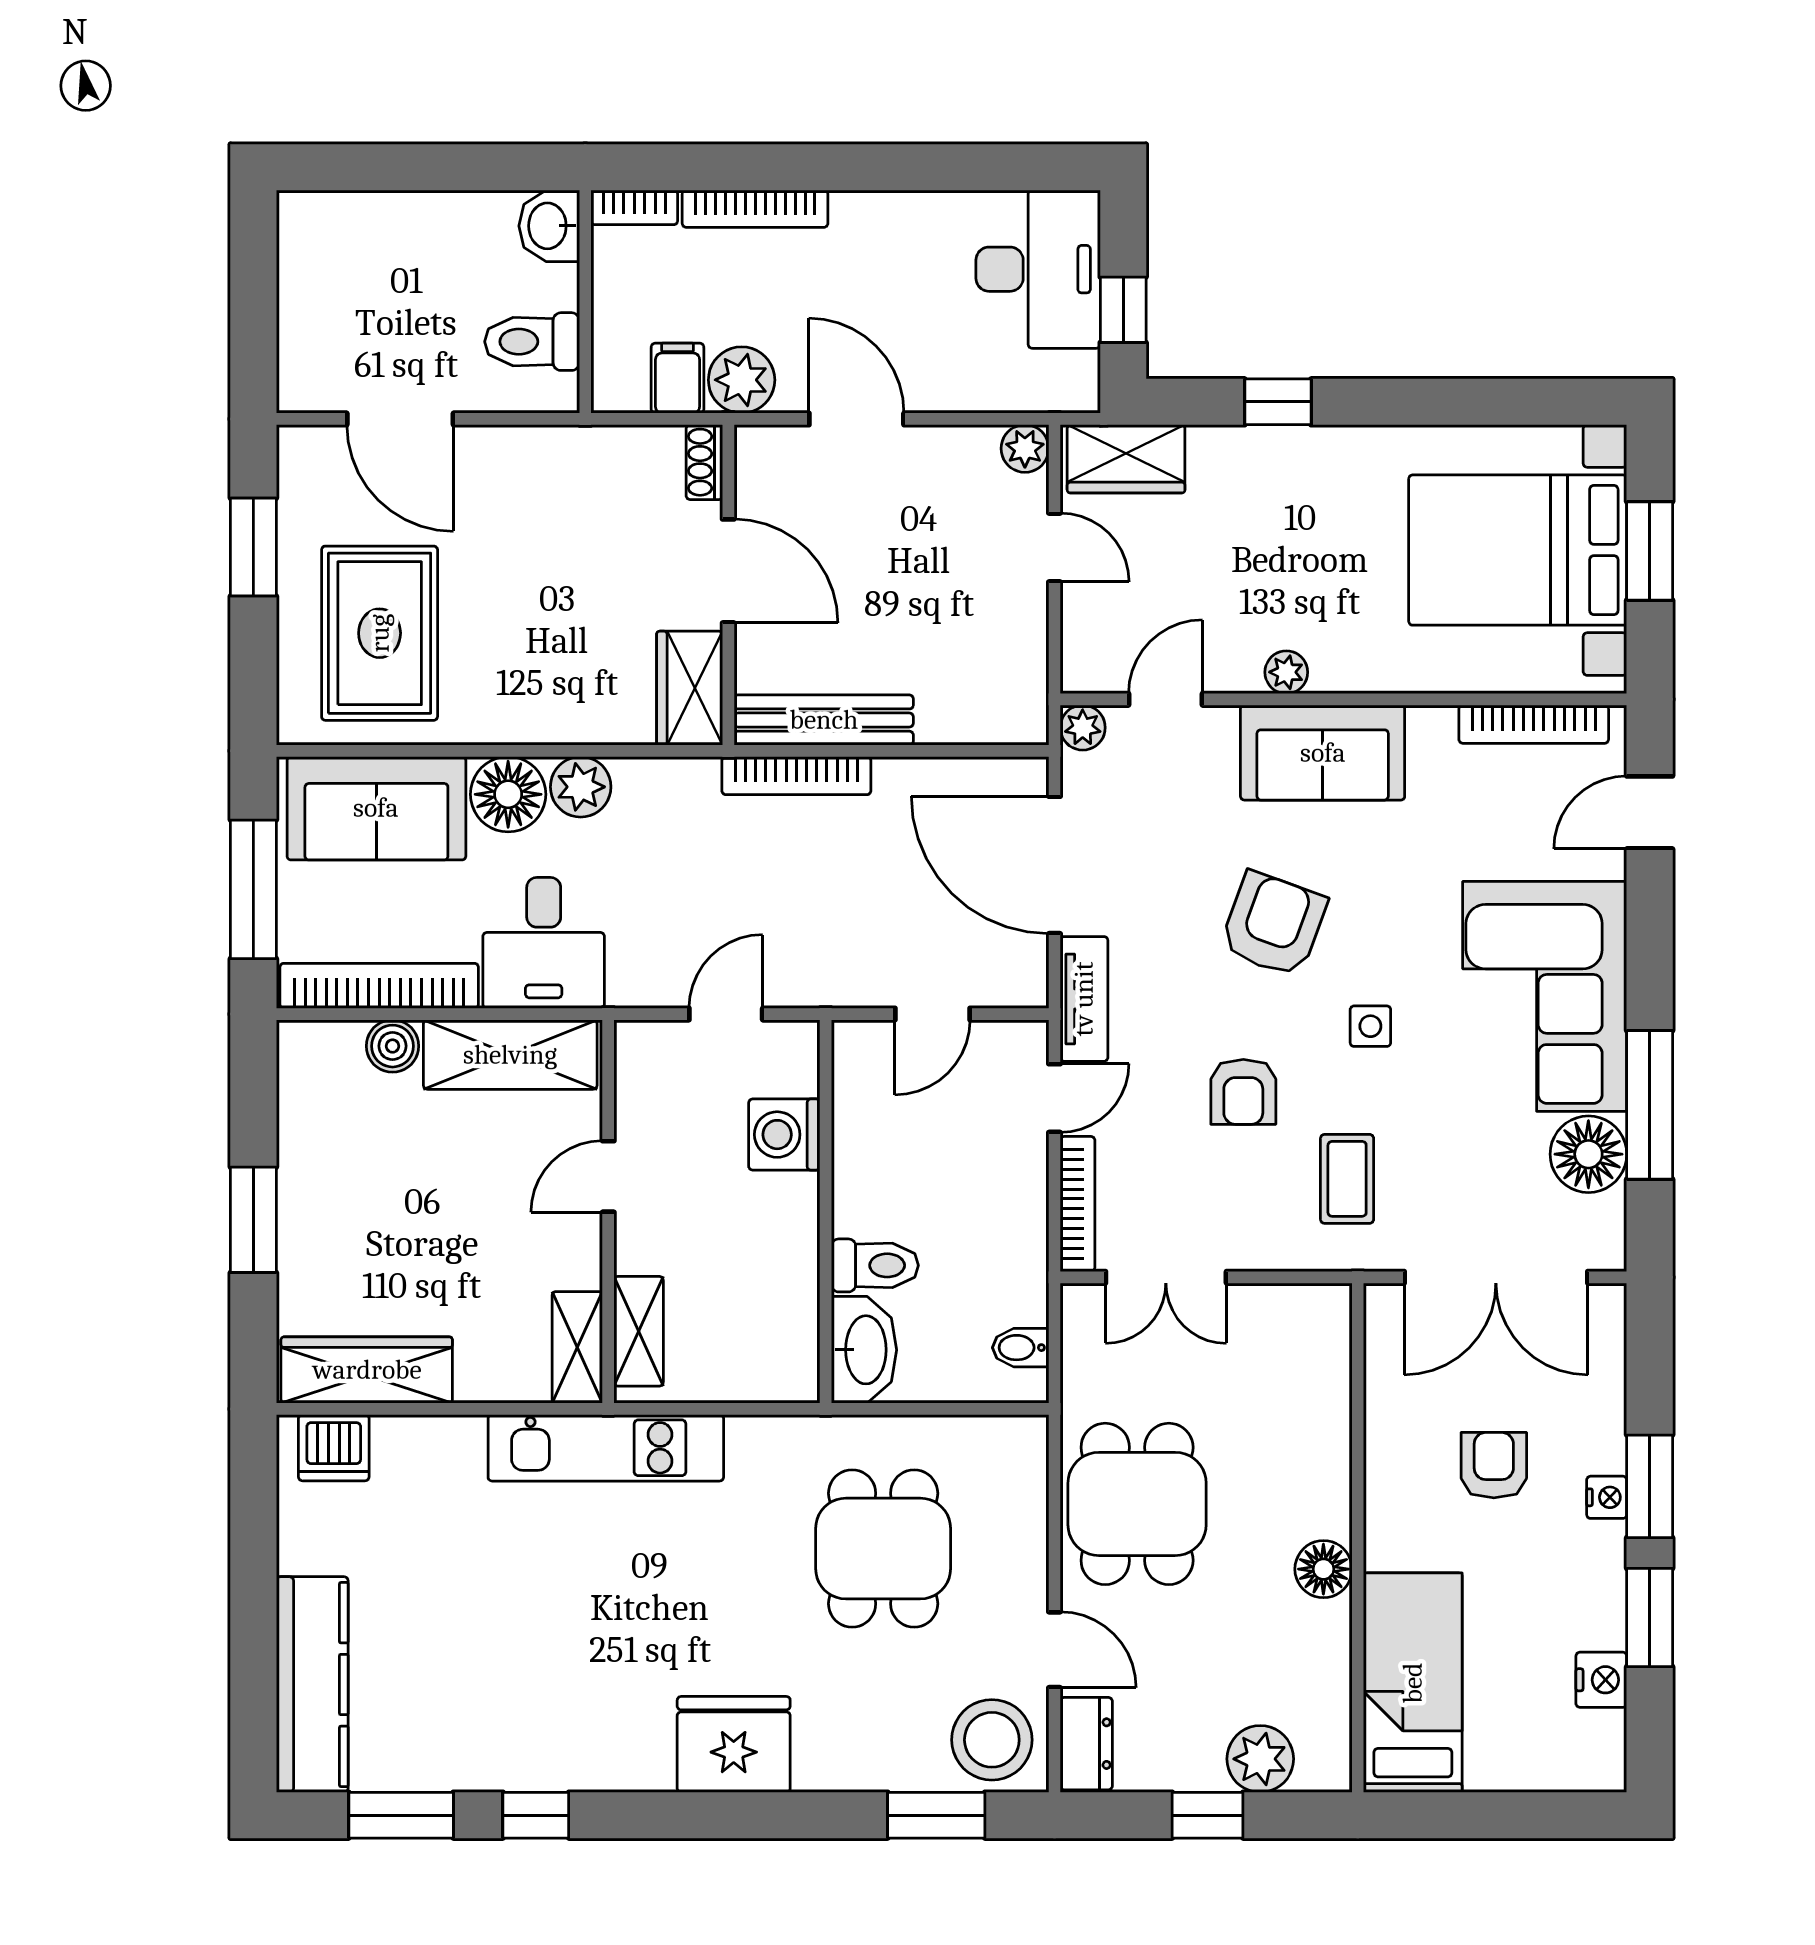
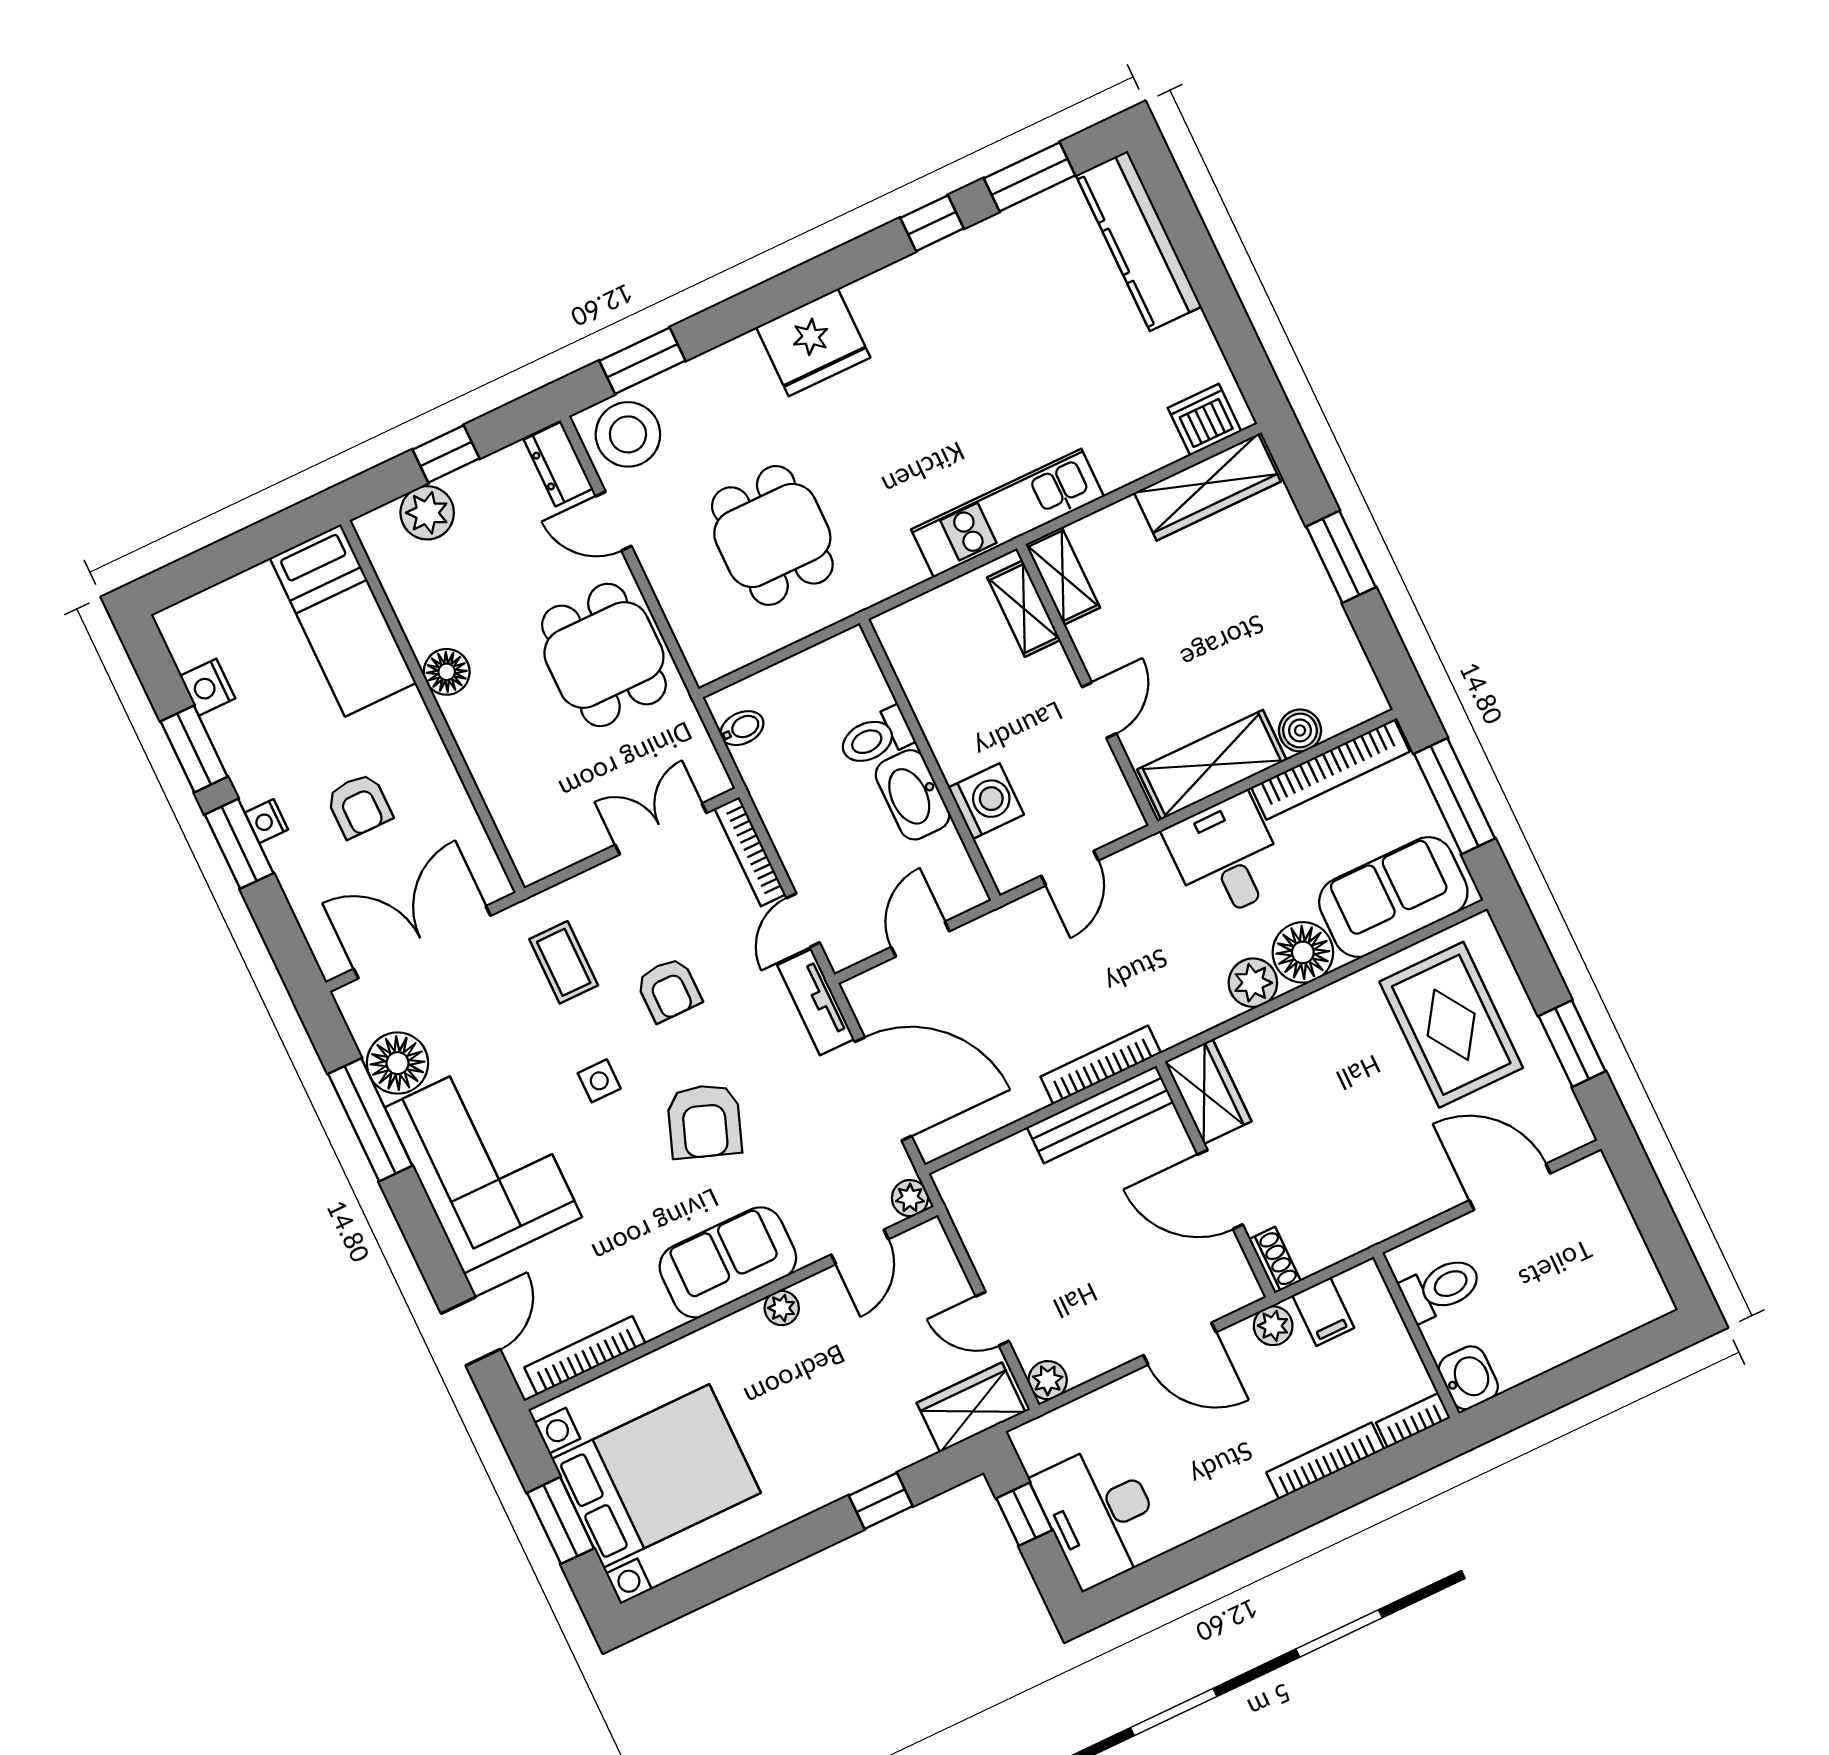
plant: (742, 380) -> (1273, 1326), width x0.73, depth x0.73
armchair: (1243, 1092) -> (669, 990), turned 180
washbasin: (864, 1350) -> (913, 795), moved

